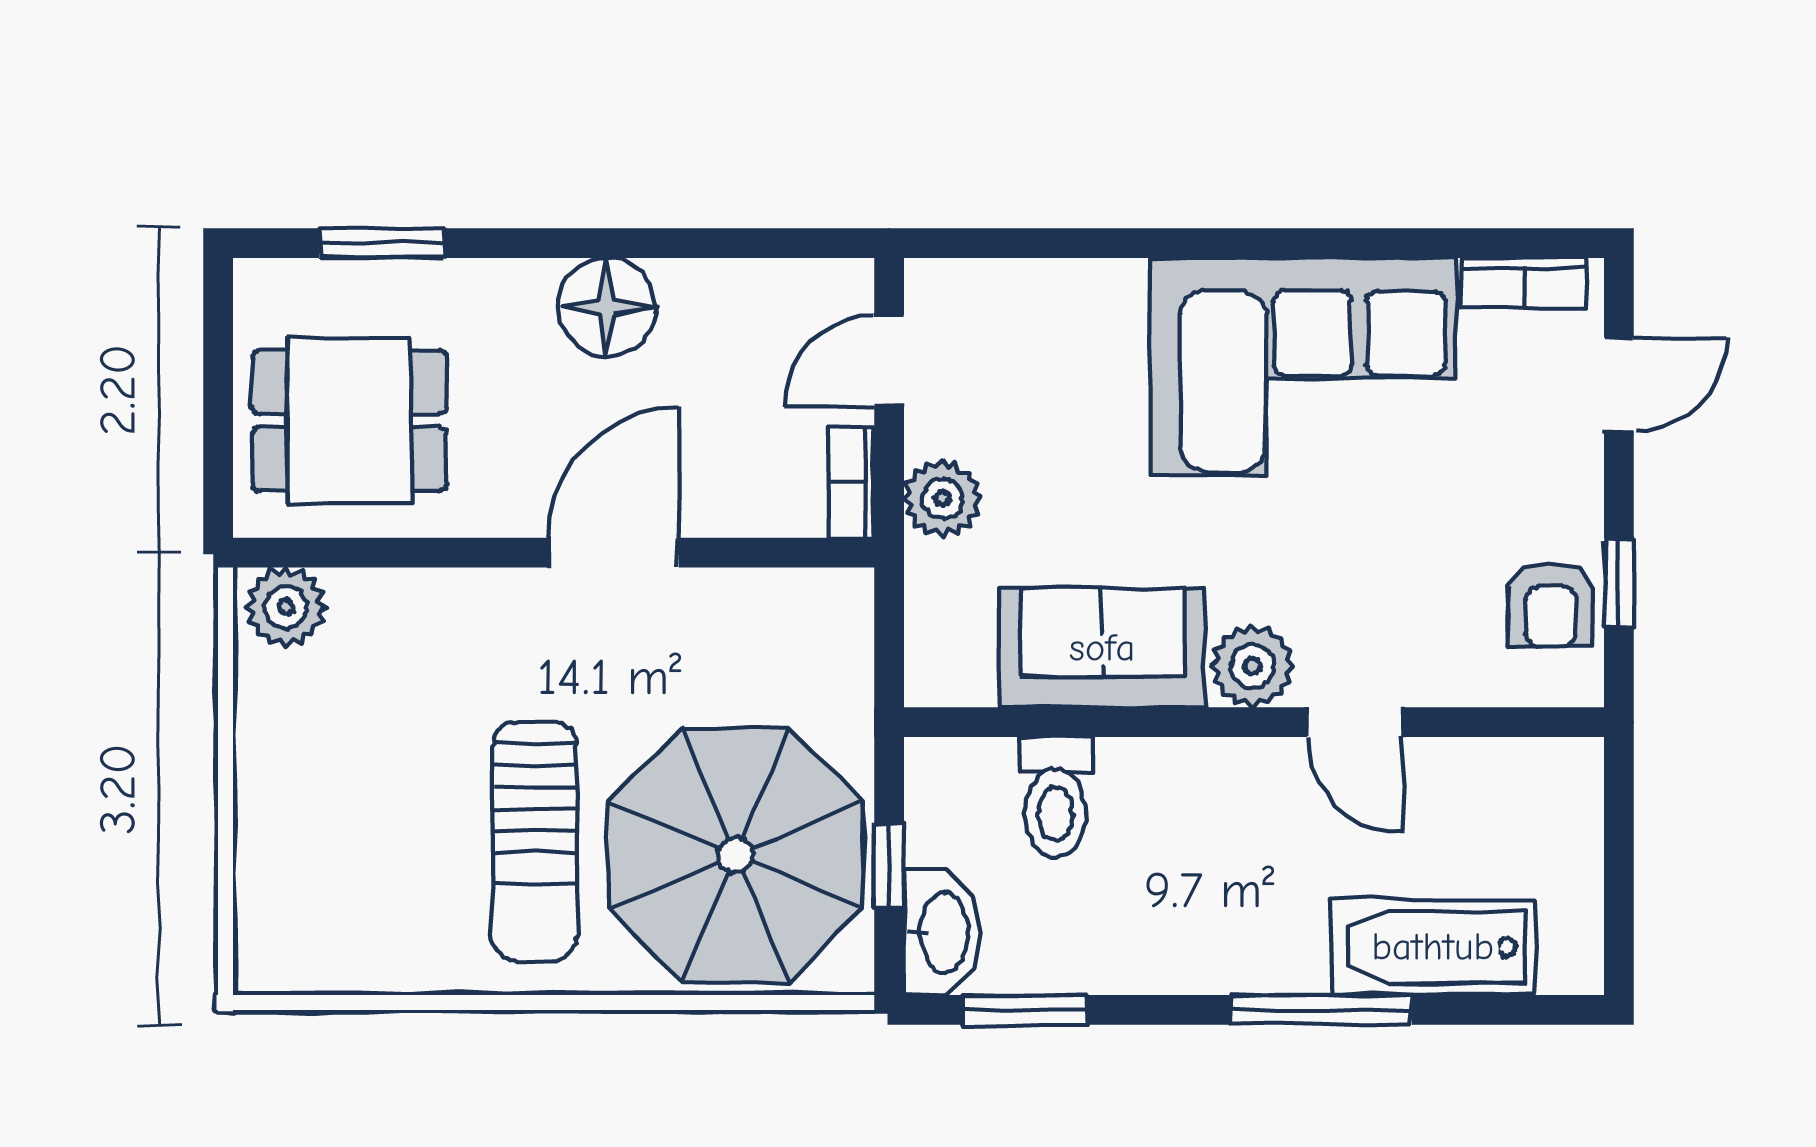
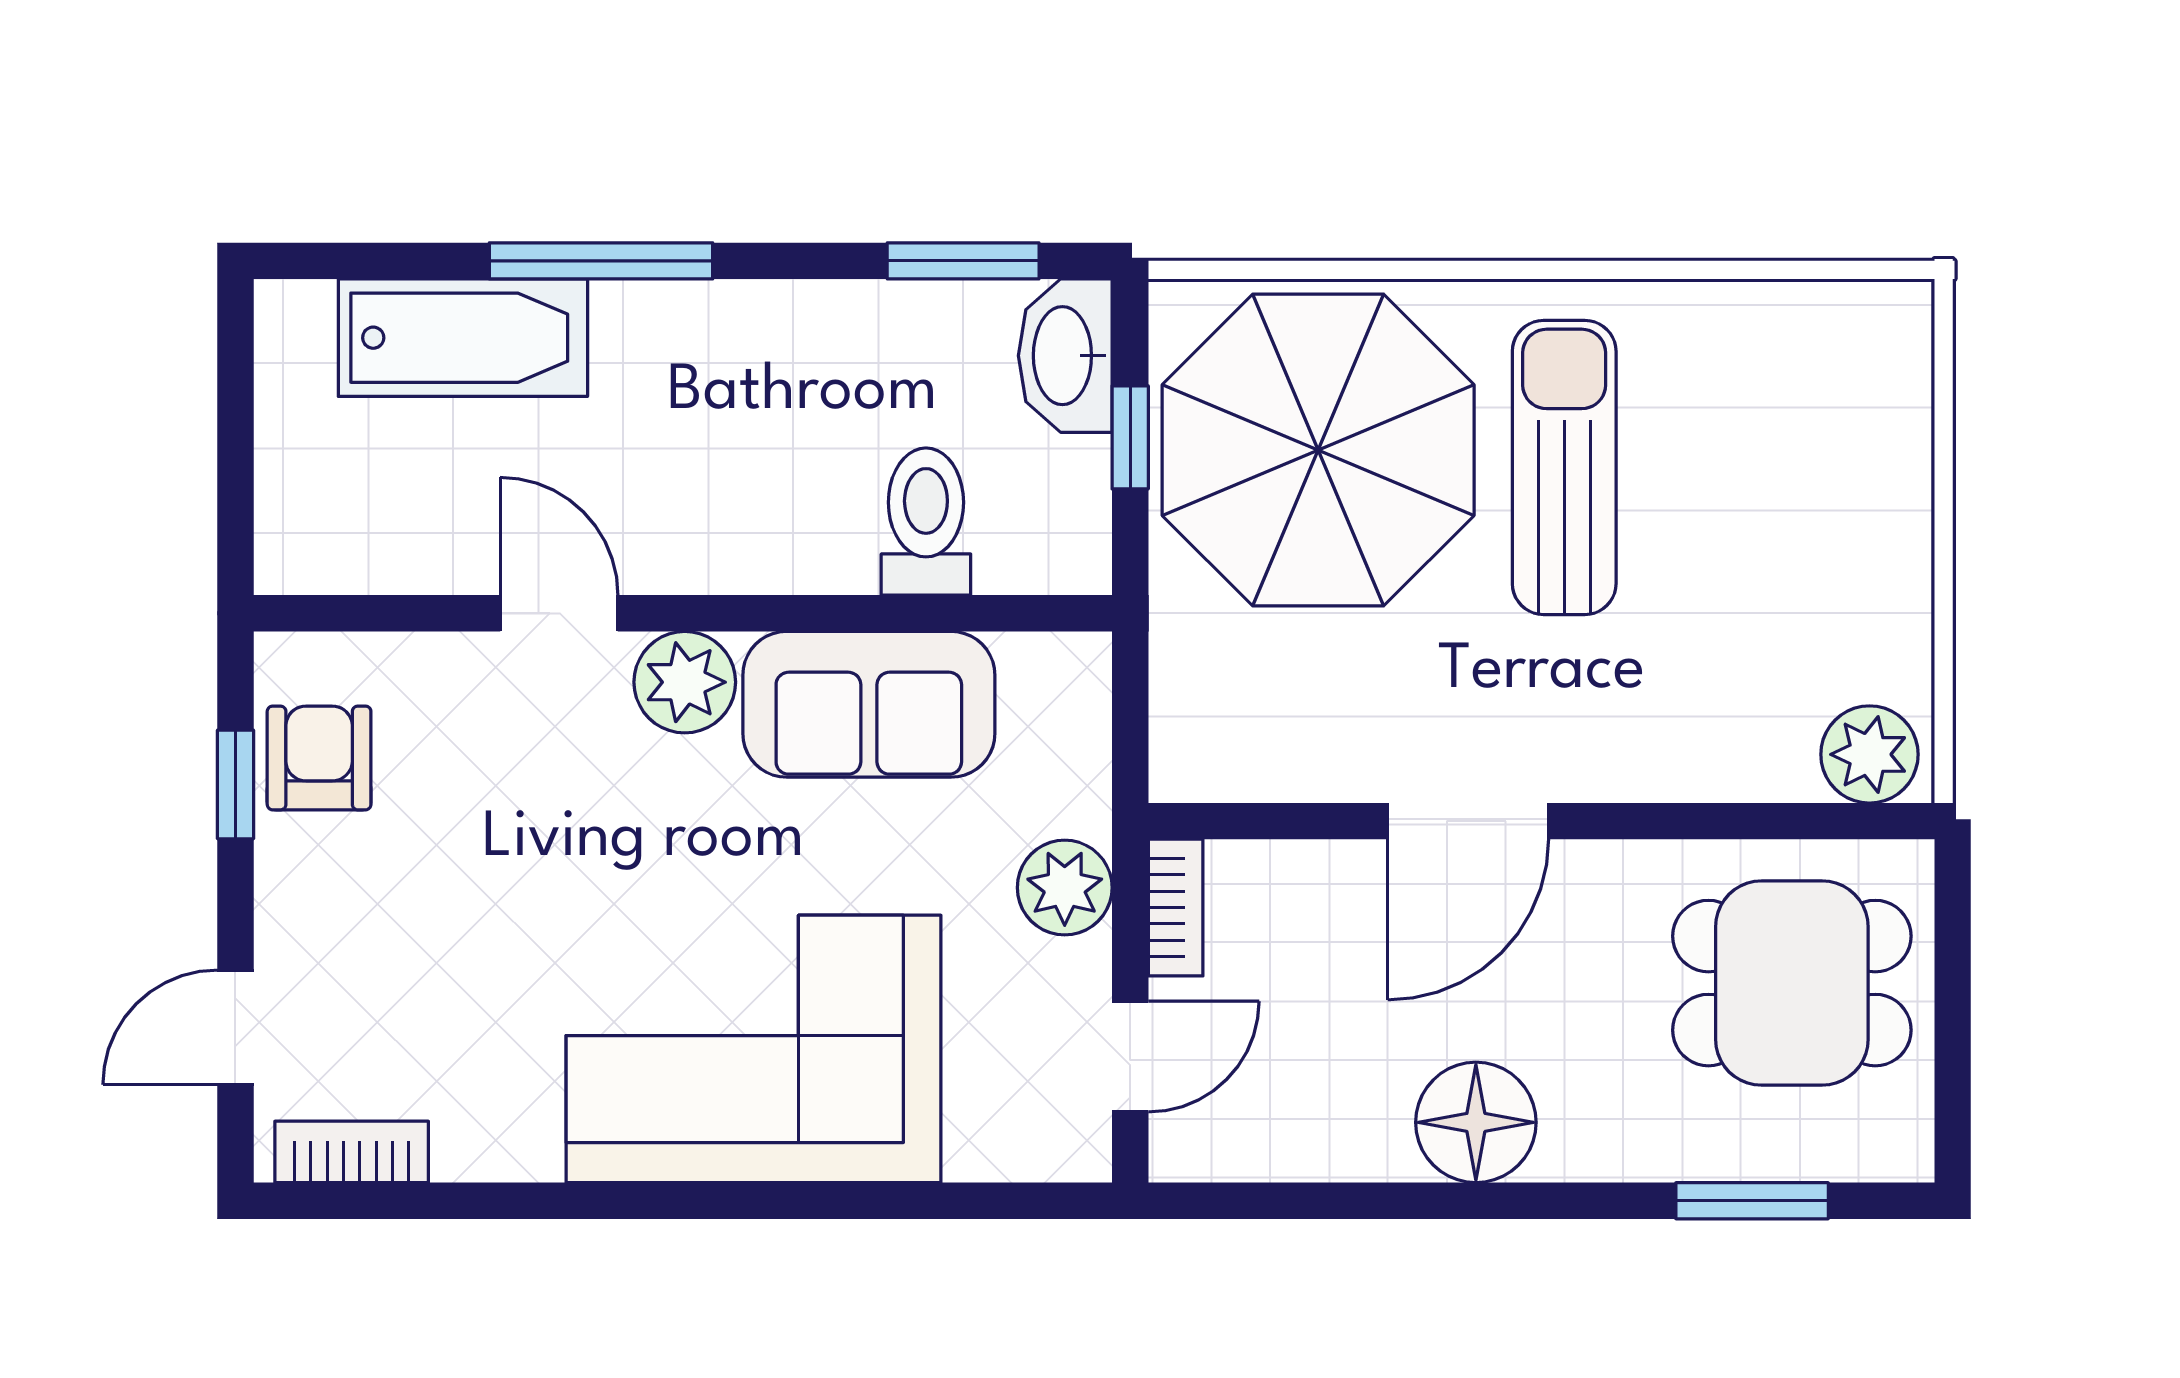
corner sofa: (1303, 367) -> (754, 1049), moved

